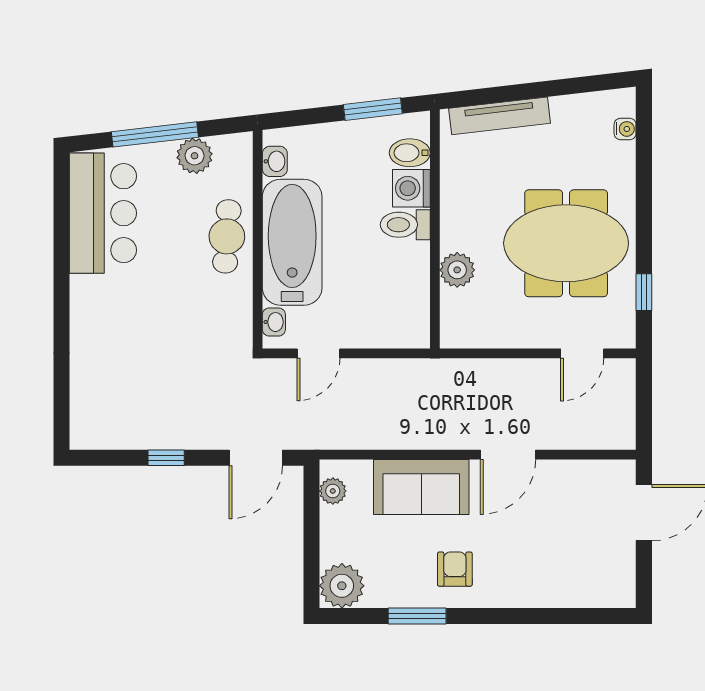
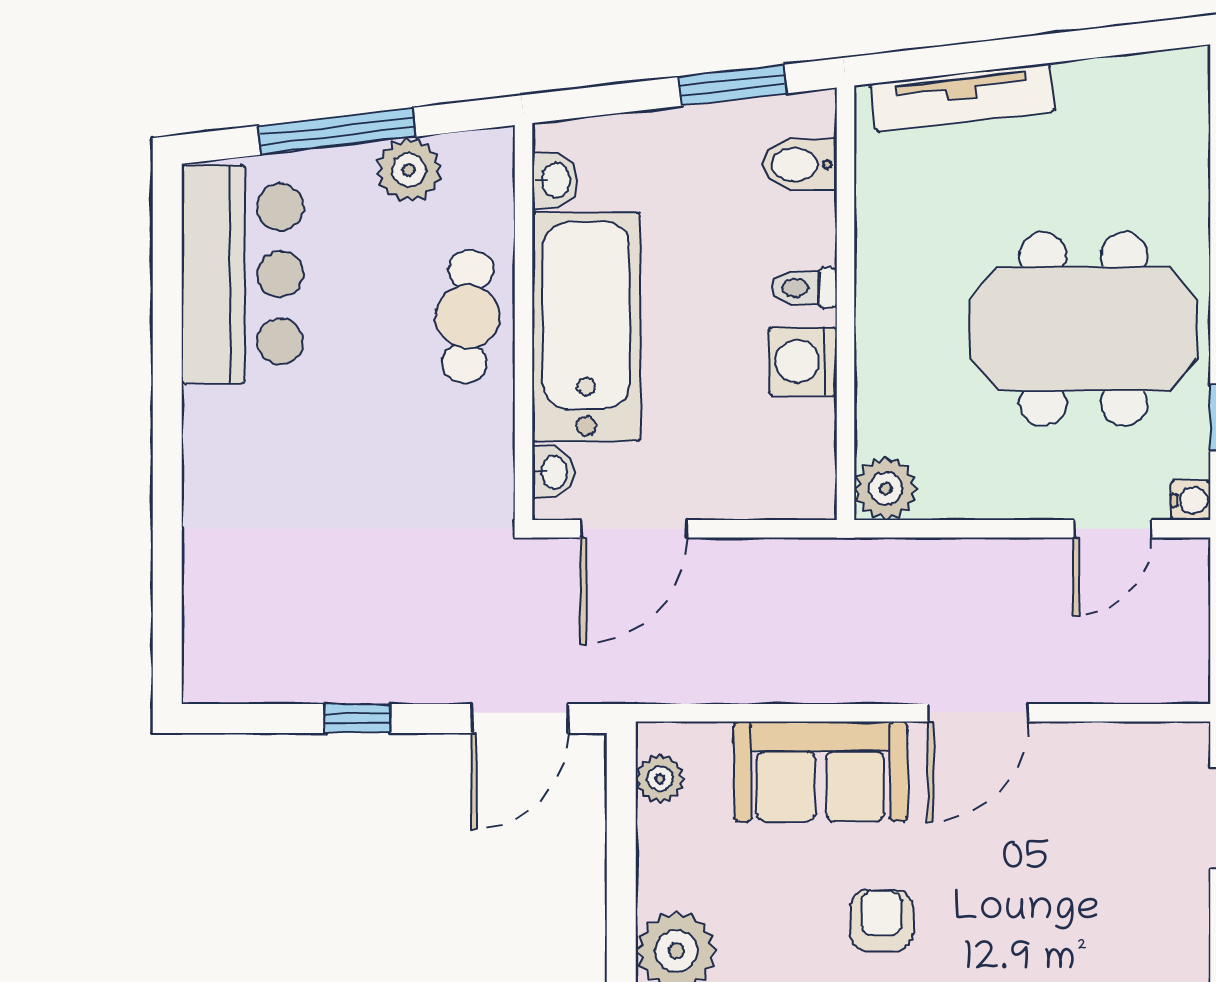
water cooler: (625, 129) -> (1191, 500), moved
washing machine: (411, 188) -> (803, 361), moved
toilet: (405, 225) -> (804, 288), width x0.73, depth x0.72
plant: (457, 270) -> (886, 489), moved
door: (318, 353) -> (634, 529), width x1.38

